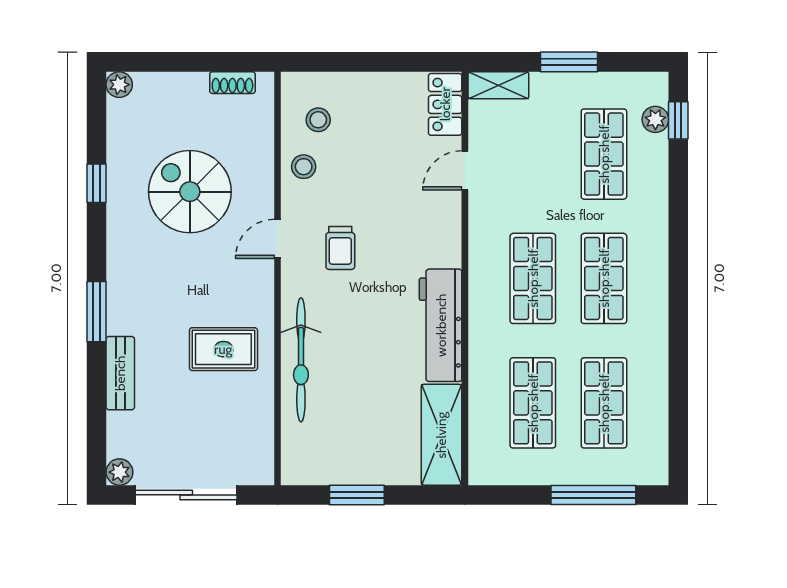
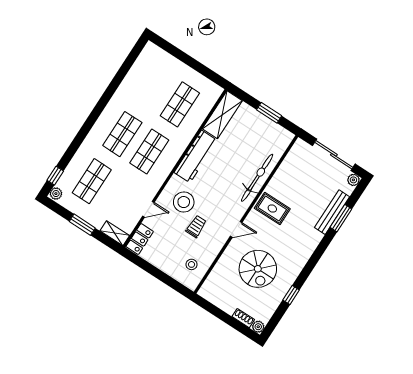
shoe rack: (232, 83) -> (243, 318), moved
plant: (655, 119) -> (56, 194), moved
stool: (304, 167) -> (184, 202), moved, width x1.89, depth x1.89
trolley: (340, 248) -> (196, 226), moved
window: (97, 312) -> (341, 218), moved
rug: (223, 349) -> (272, 209), moved
bench: (120, 373) -> (332, 212), width x1.36
shop shelf: (604, 403) -> (153, 87), removed
window: (593, 495) -> (180, 55), removed

